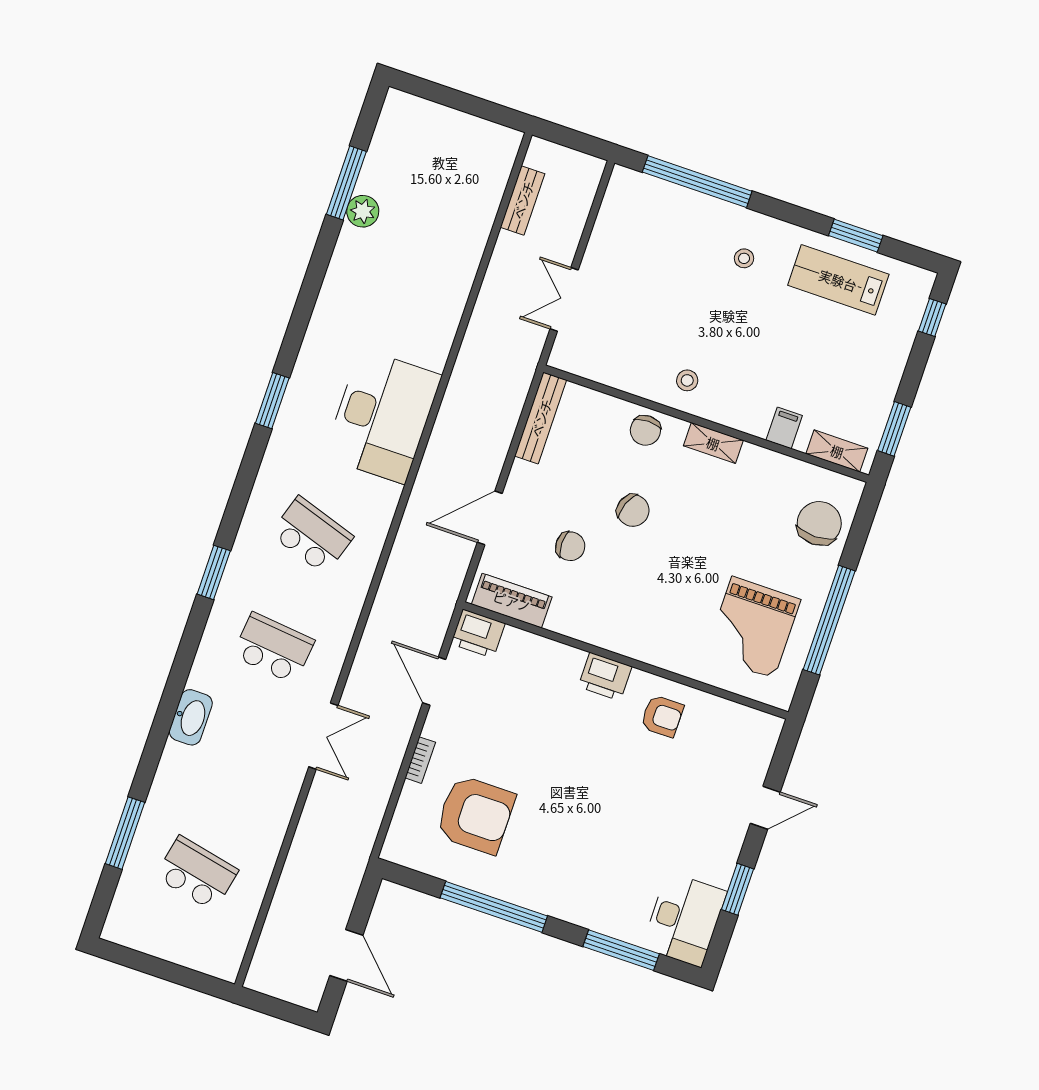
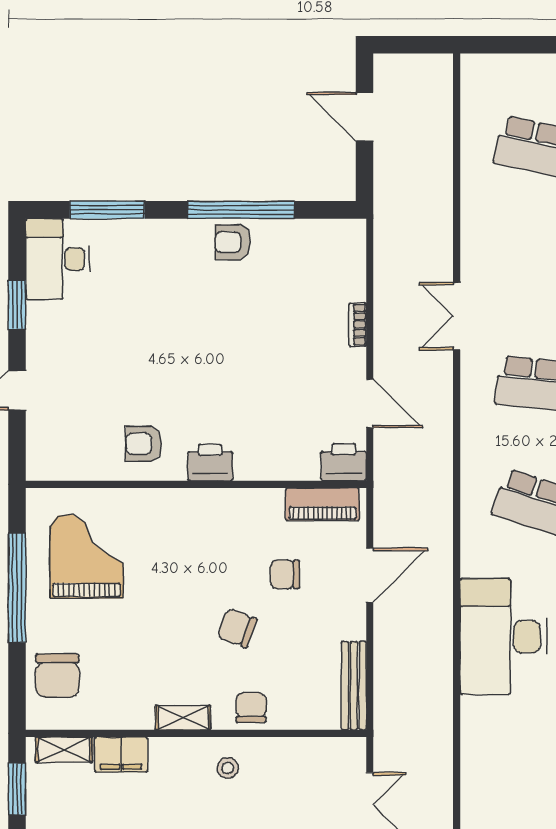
filing cabinet: (784, 428) -> (121, 754), width x2.00
armchair: (475, 815) -> (233, 242), moved, width x0.53, depth x0.53

